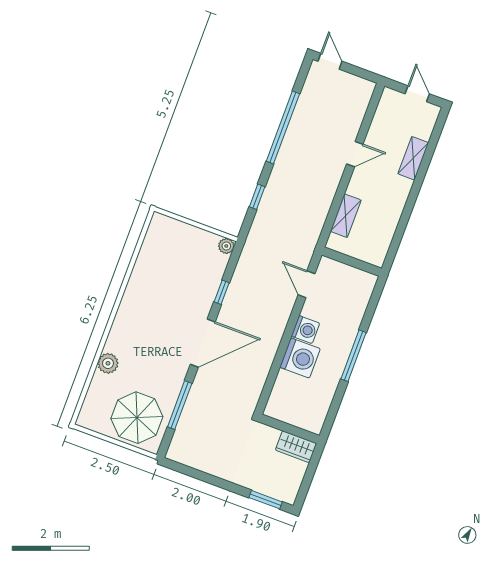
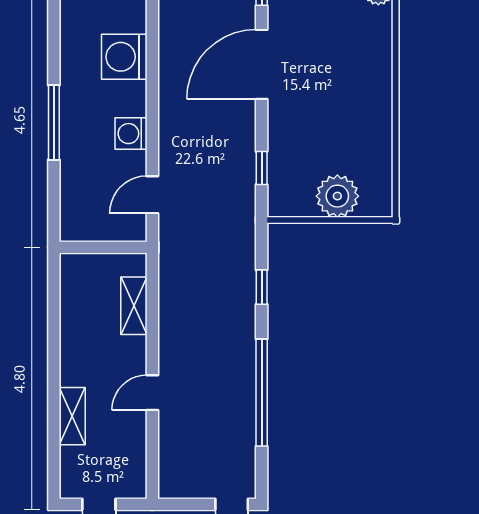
plant: (226, 246) -> (337, 196), moved, width x1.87, depth x1.87
door: (306, 284) -> (152, 195), swing flipped
window: (222, 292) -> (262, 168), moved
washing machine: (300, 358) -> (124, 57), moved

